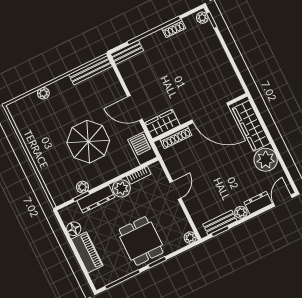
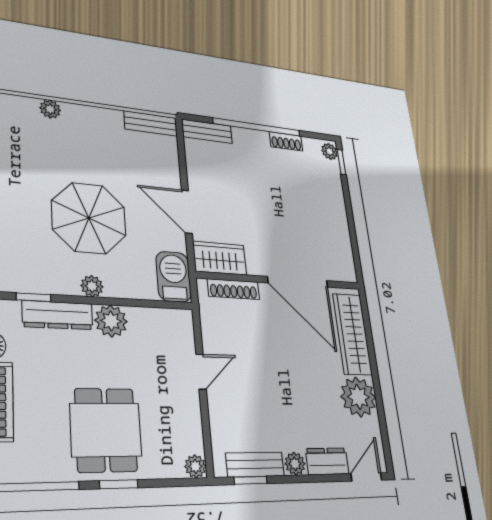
bench: (90, 70) -> (151, 123), width x0.73
bookcase: (139, 175) -> (150, 315), removed
plant: (82, 187) -> (92, 286), moved

